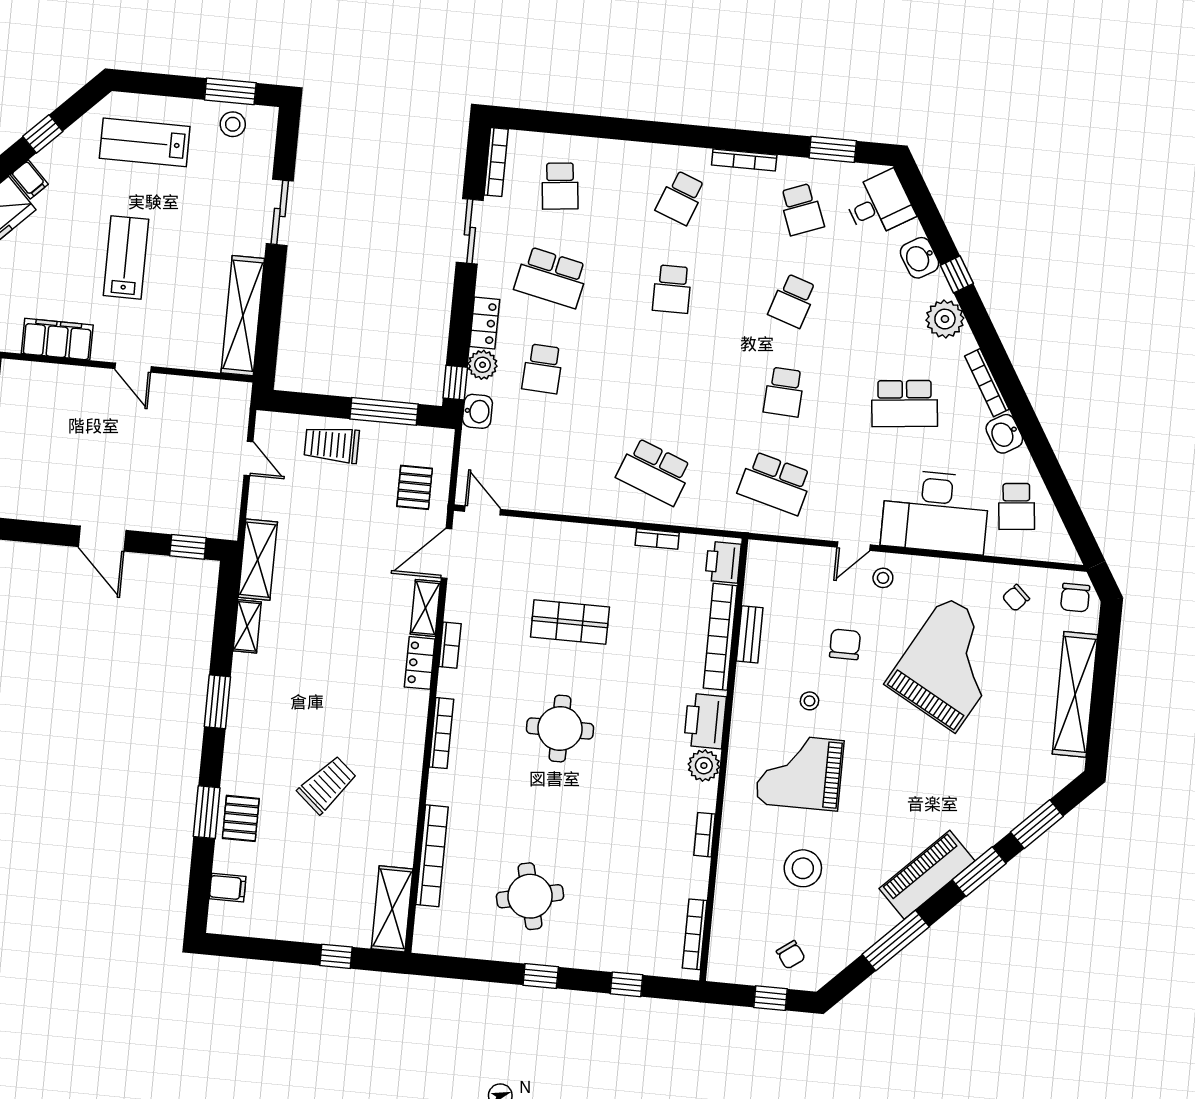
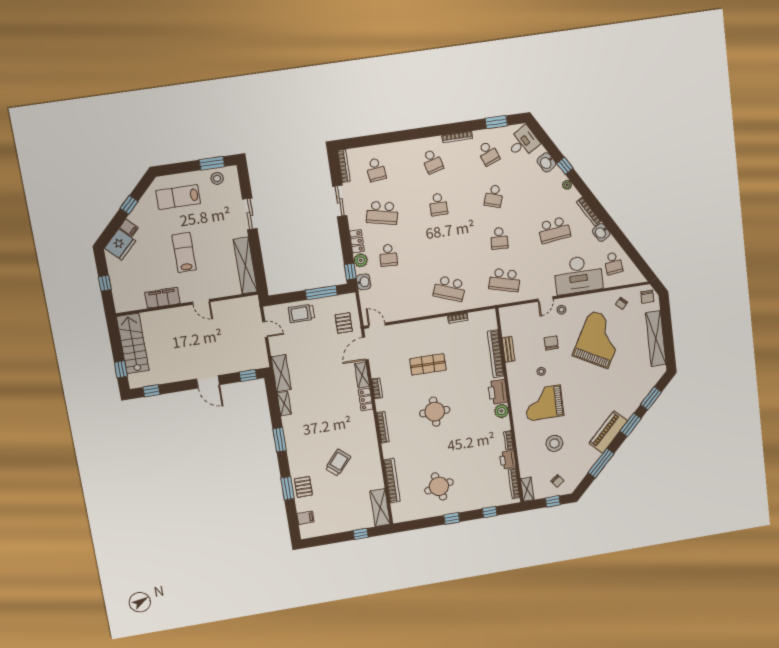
school desk: (681, 198) -> (432, 162), turned -36
plant: (945, 319) -> (567, 185), width x0.53, depth x0.53
printer: (723, 562) -> (508, 460), moved
shelving: (720, 955) -> (527, 489), added

